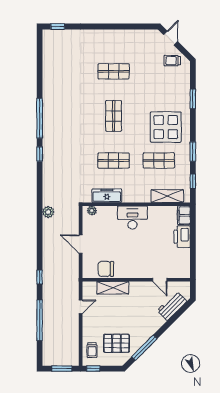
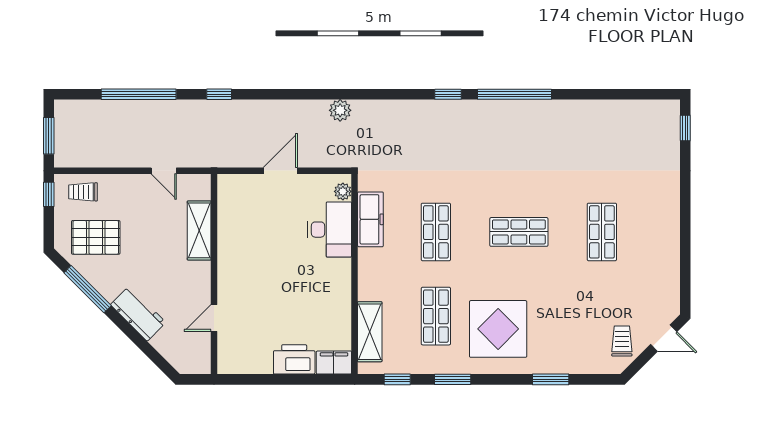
desk: (132, 218) -> (330, 230), moved
chair: (106, 269) -> (234, 217), removed
workbench: (172, 306) -> (138, 313), moved
pallet: (117, 343) -> (96, 237), turned 90

